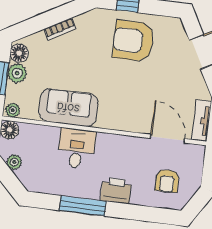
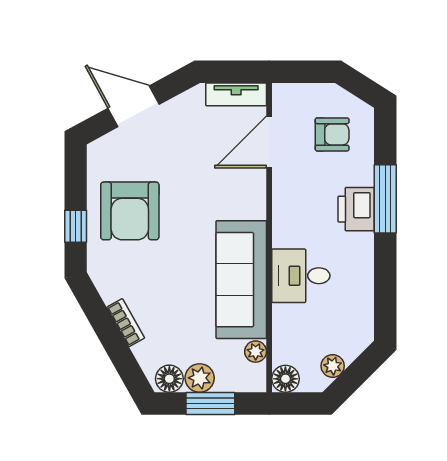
sofa: (68, 108) -> (241, 280), width x1.36
plant: (13, 110) -> (256, 352), moved
window: (83, 206) -> (385, 199), moved

